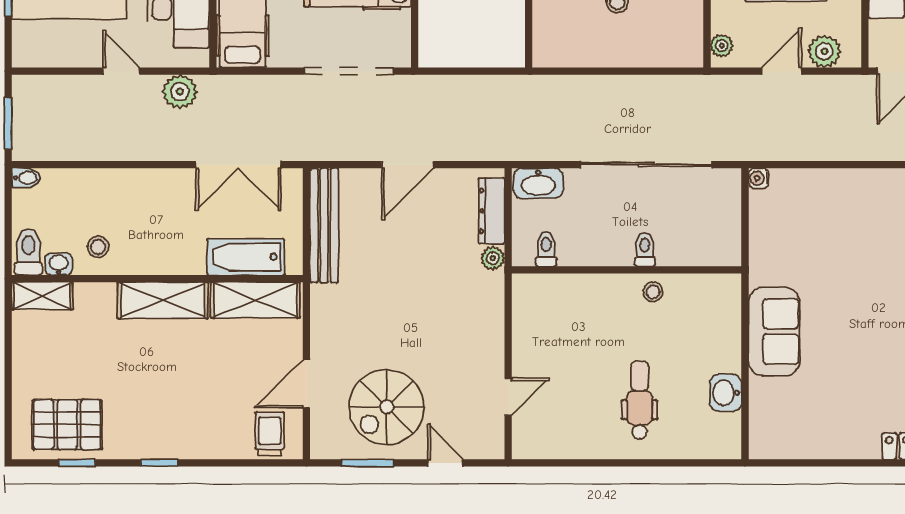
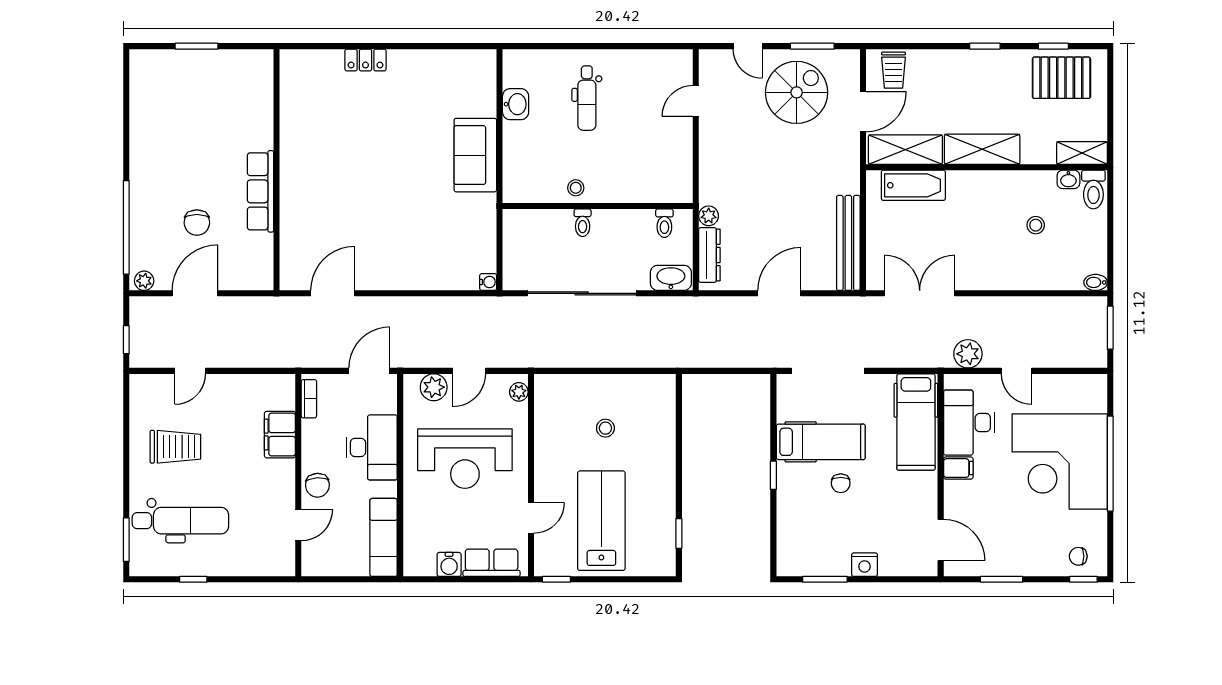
toilet: (28, 252) -> (1093, 190), moved
bathtub: (246, 257) -> (913, 185), moved
washbasin: (59, 264) -> (1068, 179), moved
wall: (157, 279) -> (987, 167), moved
shelving: (42, 296) -> (1082, 153), moved
shelving: (163, 300) -> (982, 149), moved
shelving: (255, 300) -> (905, 150), moved

